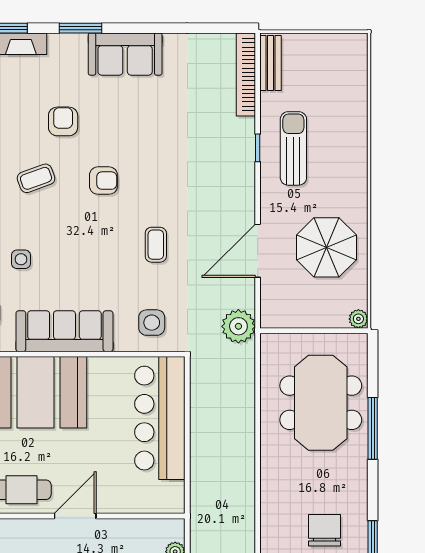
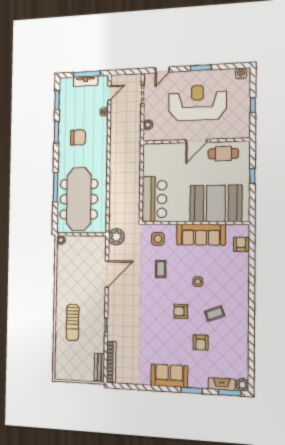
sun lounger: (293, 148) -> (73, 322), moved
coffee table: (156, 245) -> (161, 269), moved
parasol: (326, 247) -> (75, 275), removed
side table: (21, 259) -> (198, 282), moved
meeting table: (321, 403) -> (79, 199), width x1.36
bar counter: (160, 418) -> (154, 199), width x0.73
chair: (325, 530) -> (78, 138), turned -90

